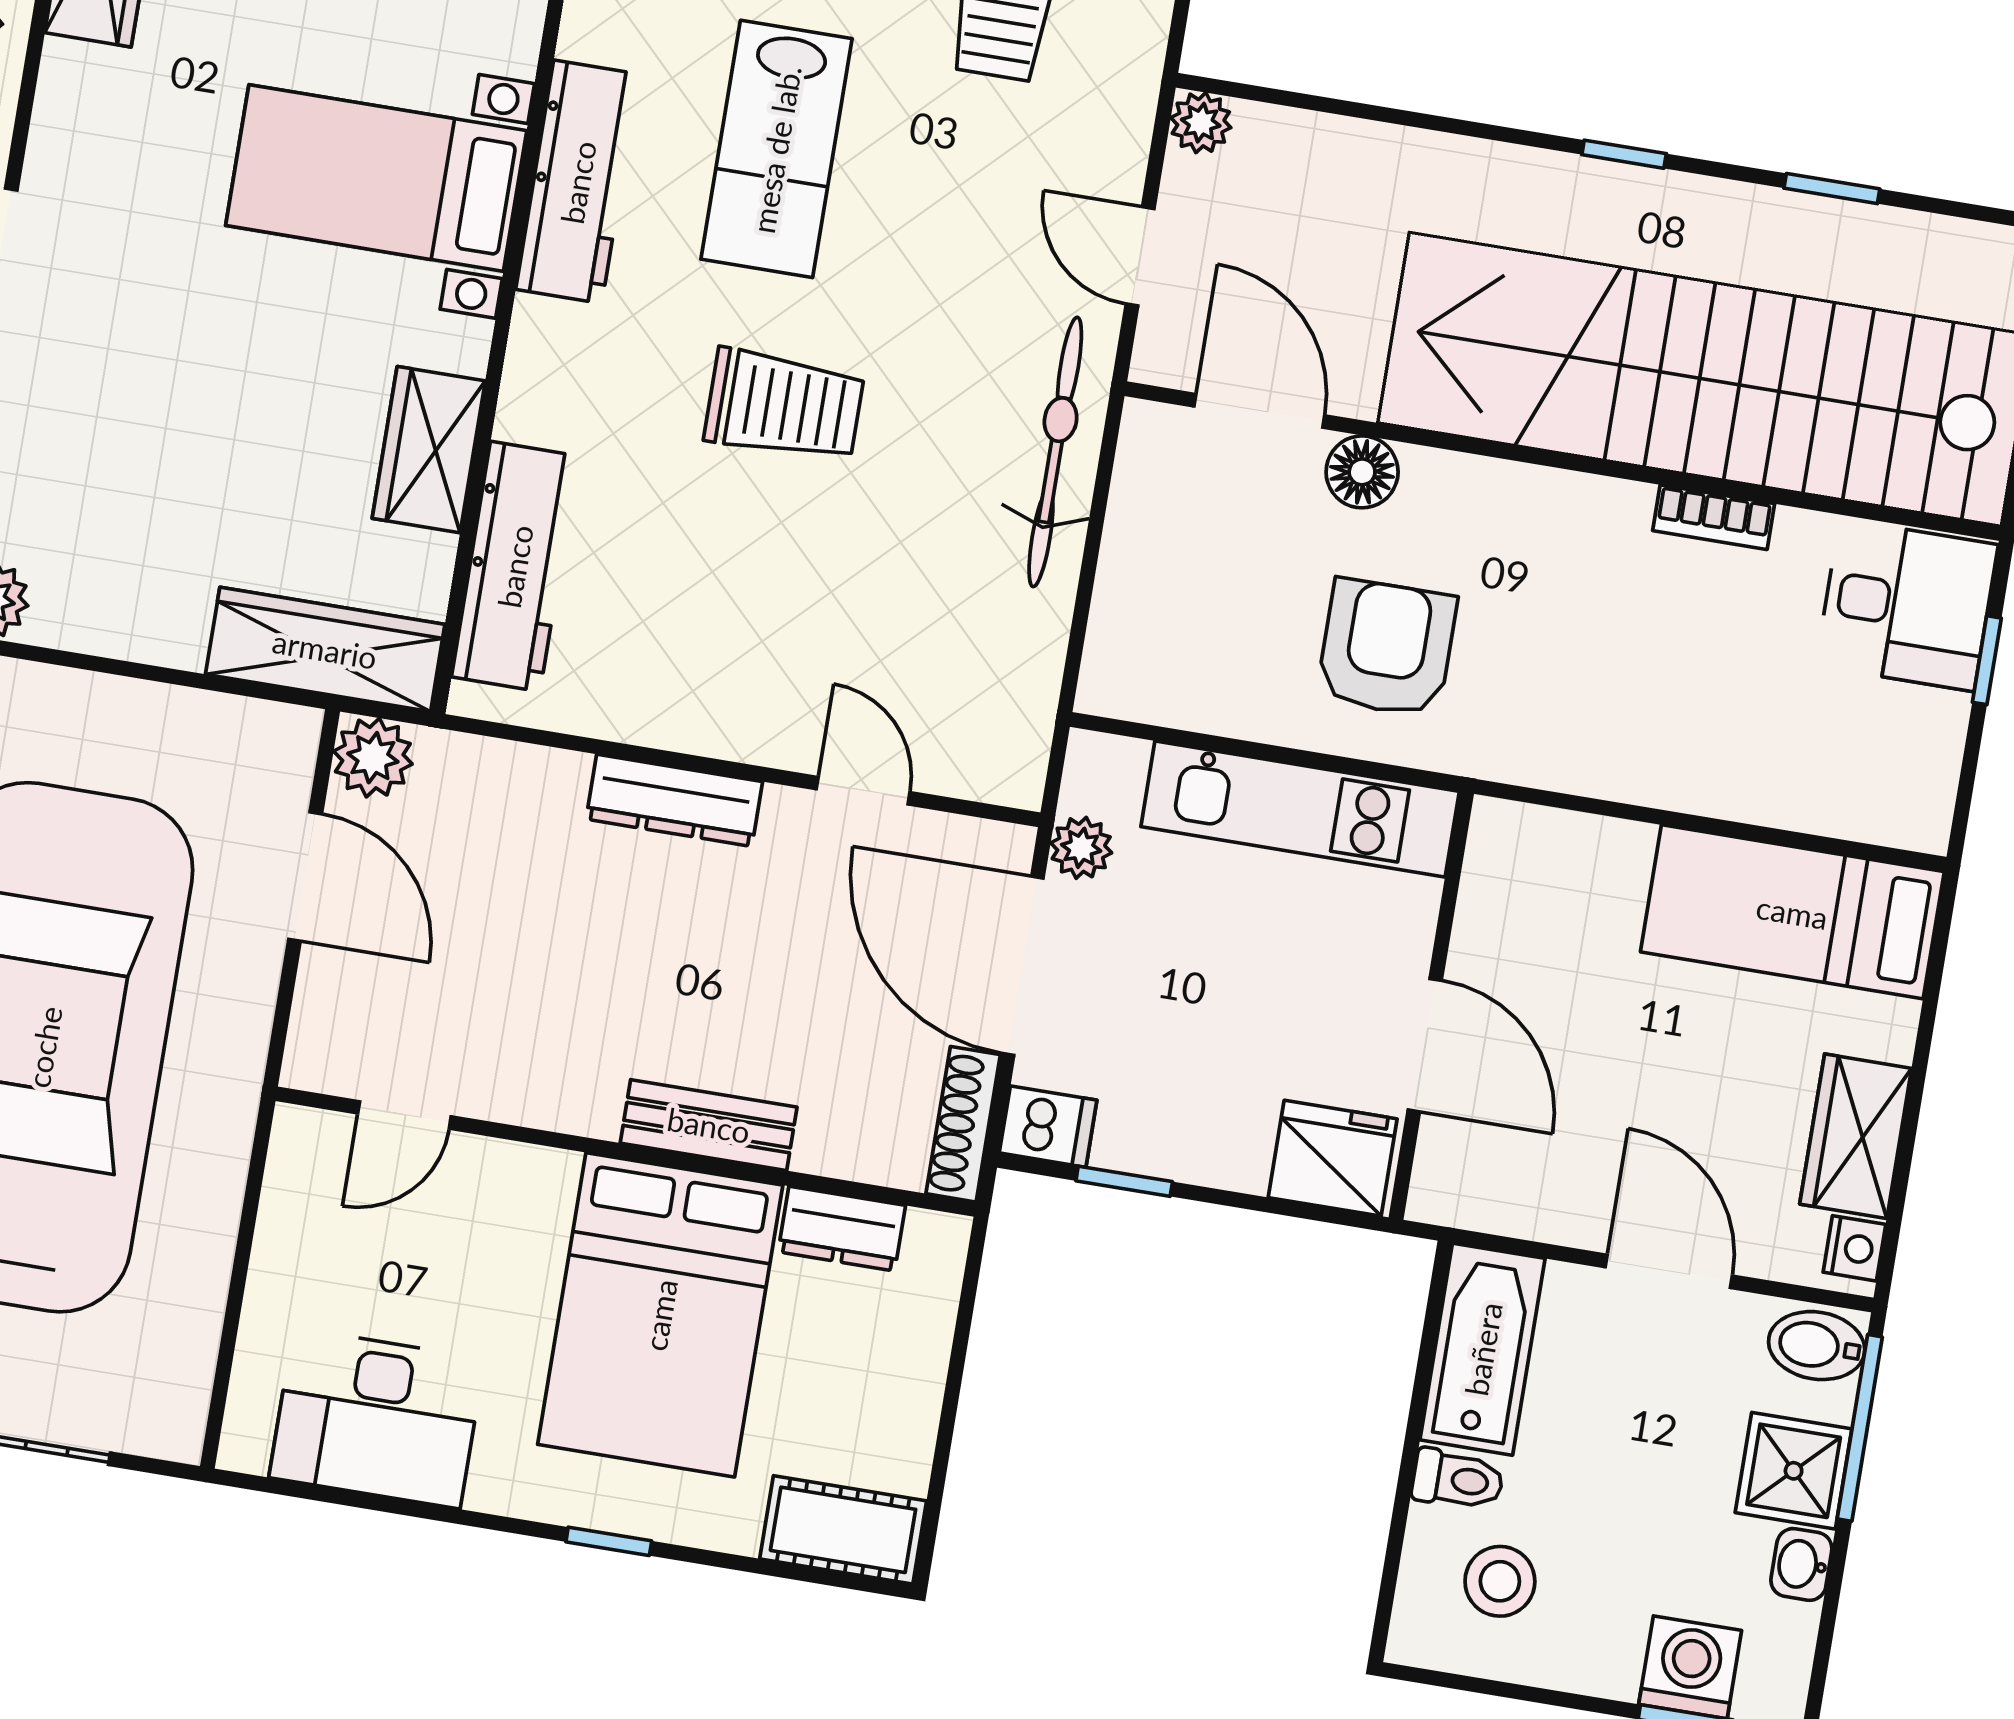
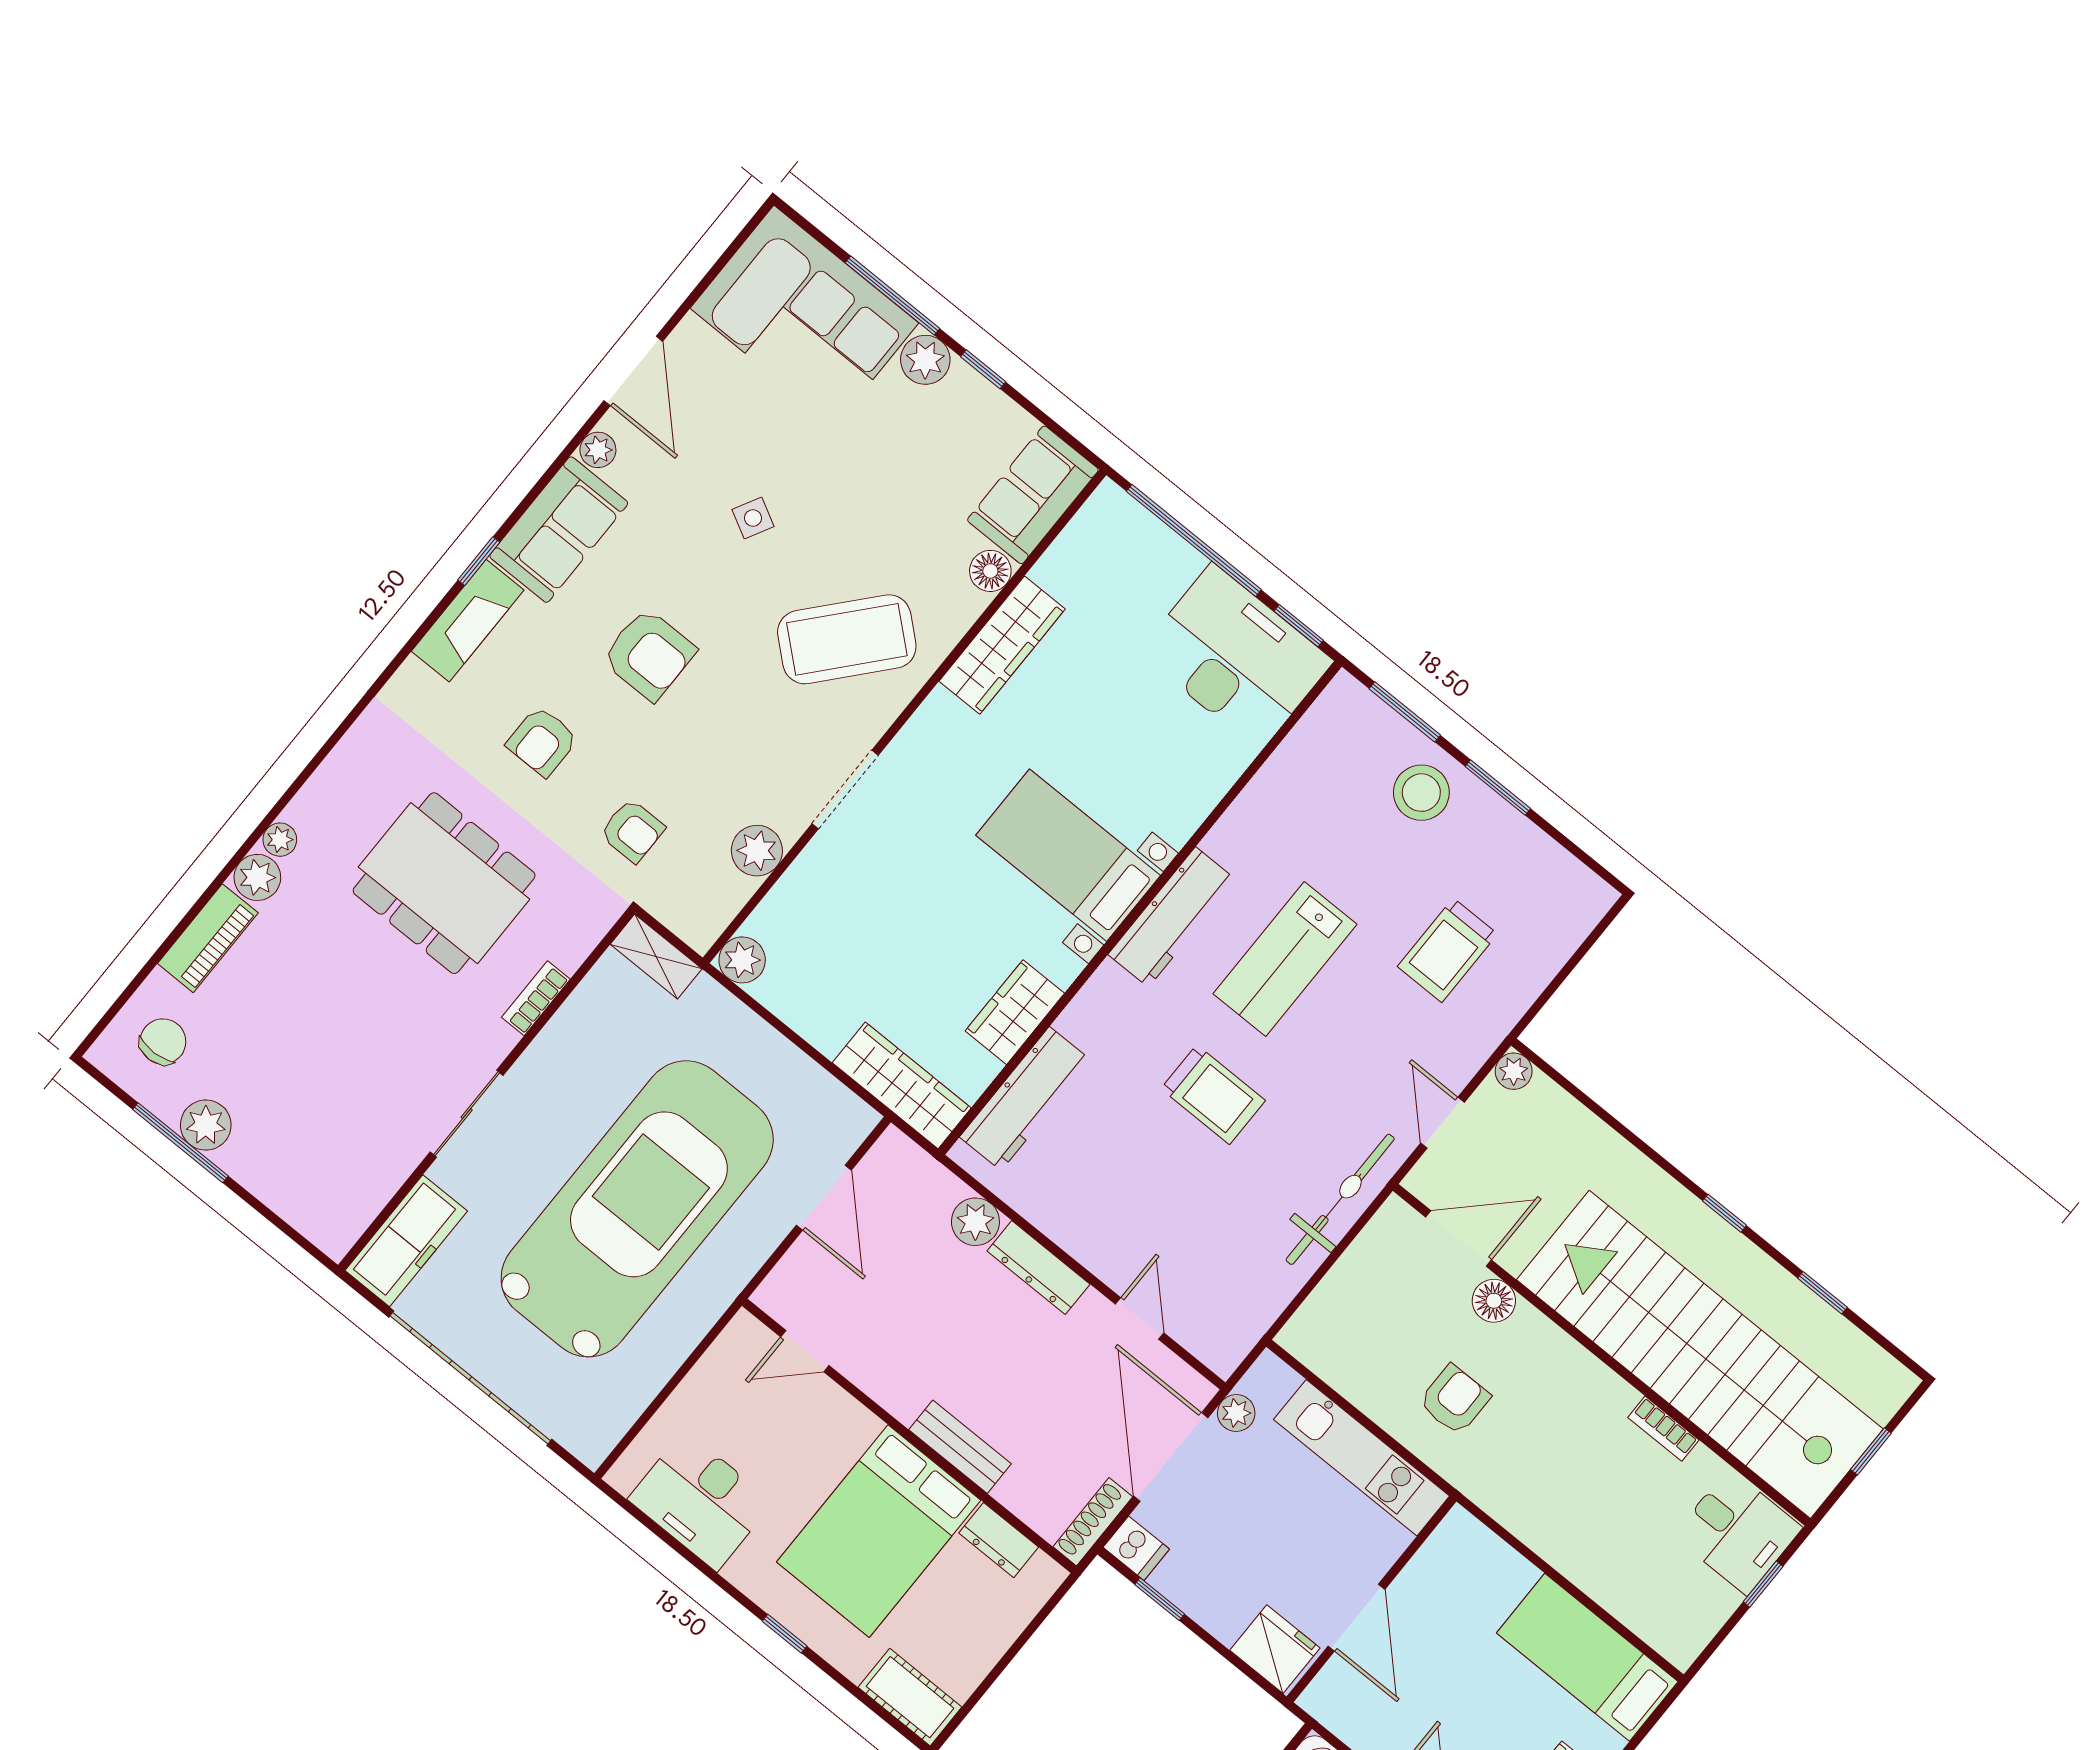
door: (1259, 411) -> (1459, 1239), hinge flipped
armchair: (1387, 648) -> (1454, 1400), width x0.72, depth x0.72
plant: (373, 758) -> (975, 1222), moved

